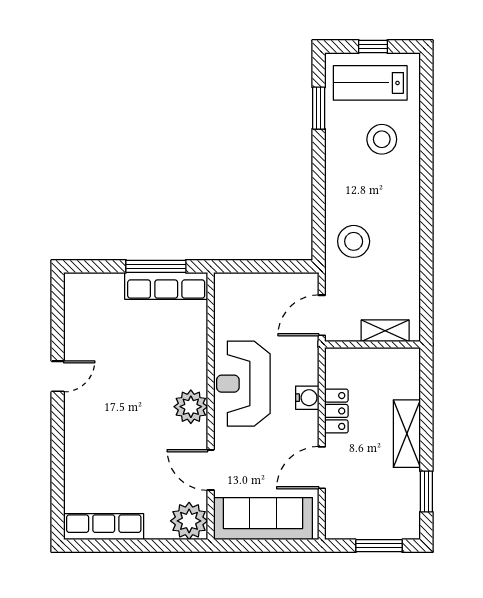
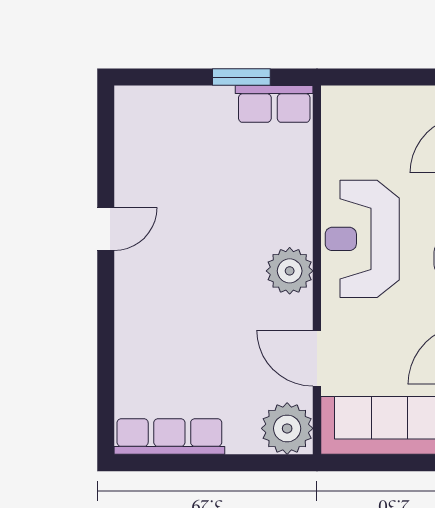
window: (156, 266) -> (241, 77), width x0.69
row of seats: (166, 286) -> (274, 104), width x0.68

